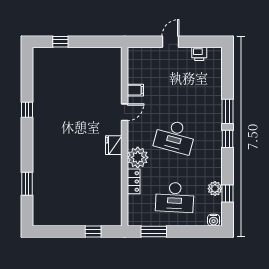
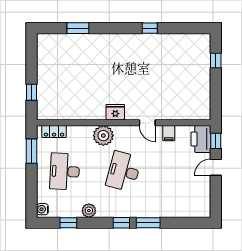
window: (143, 42) -> (216, 141), added
door: (170, 42) -> (216, 167), swing flipped
printer: (199, 54) -> (201, 139), moved, width x1.87, depth x1.48
locker: (134, 181) -> (54, 132), moved
plant: (215, 189) -> (89, 211), moved

